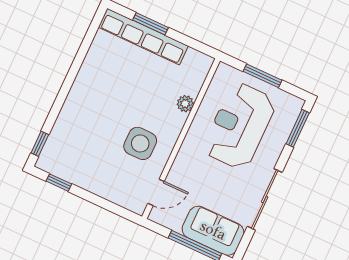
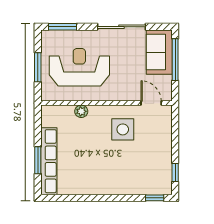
reception desk: (239, 126) -> (79, 67), turned 180

